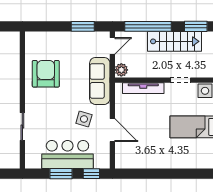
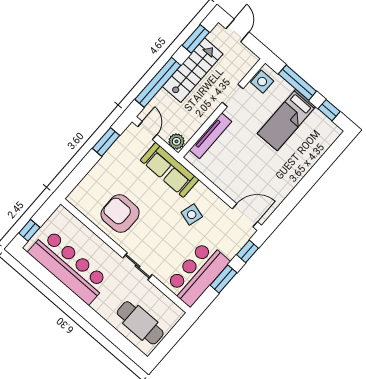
sliding door: (22, 126) -> (137, 266), moved
door: (112, 130) -> (245, 215), moved
bar counter: (67, 155) -> (198, 273), moved

